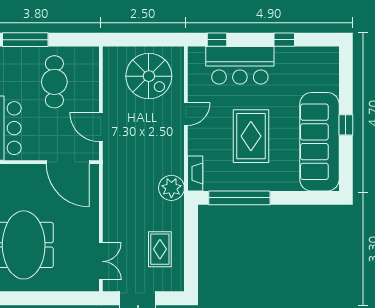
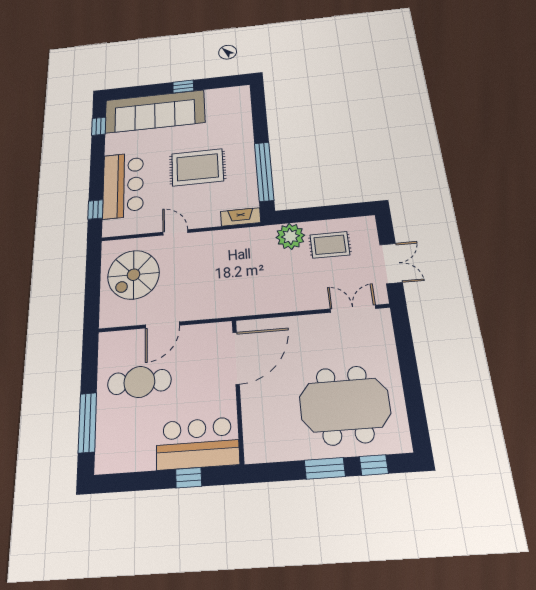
window: (284, 40) -> (99, 126), moved
spiral stairs: (149, 76) -> (134, 275), turned 180
door: (101, 127) -> (162, 325), moved
sofa: (319, 142) -> (155, 111), moved
plant: (171, 188) -> (290, 236), moved

